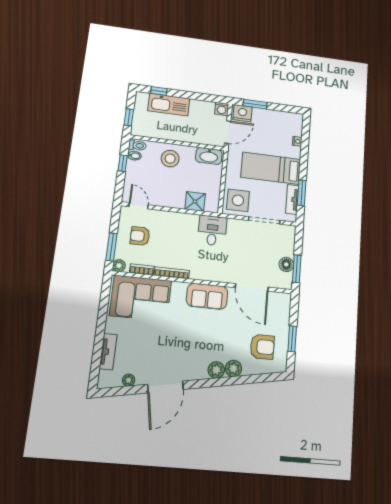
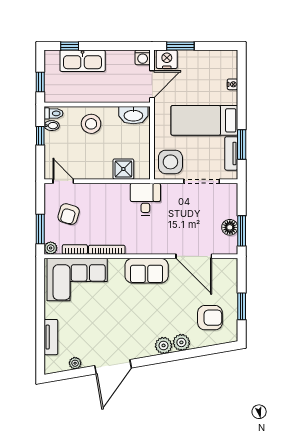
armchair: (140, 236) -> (69, 214), turned -73

